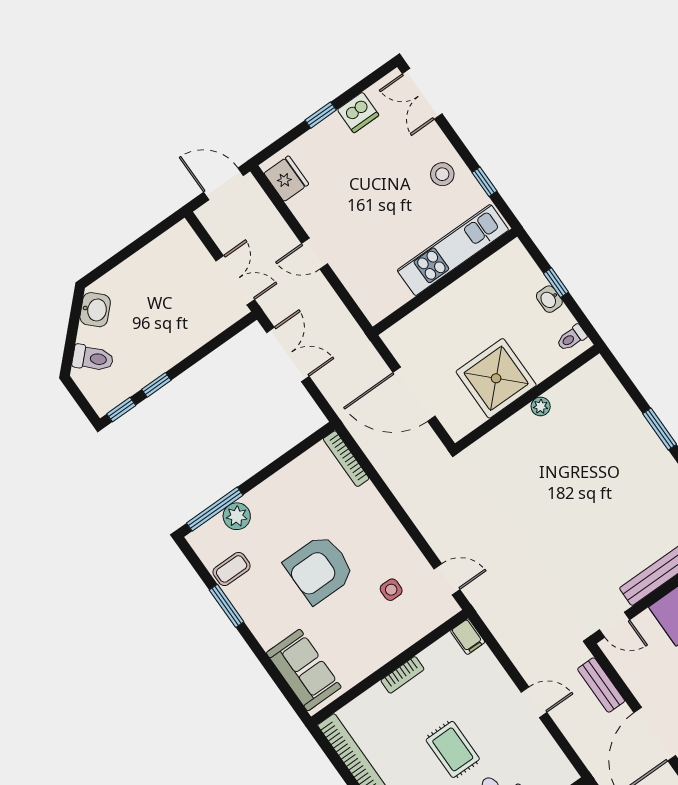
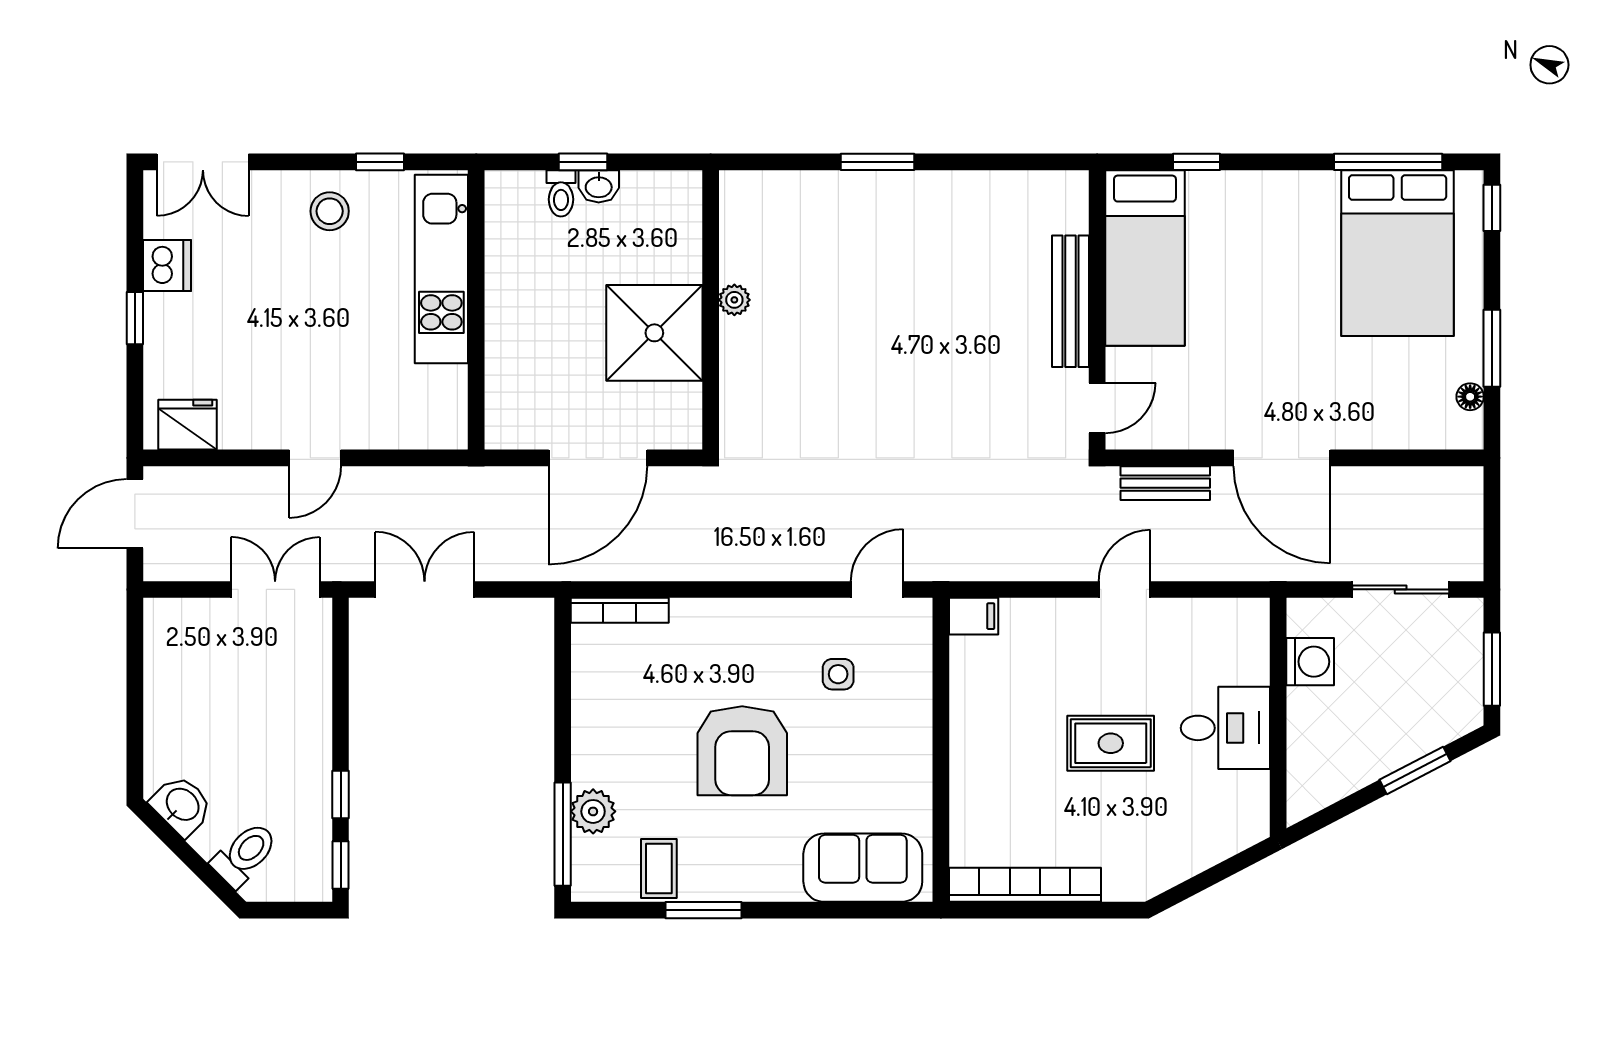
toilet: (572, 338) -> (561, 193), moved
bookcase: (402, 675) -> (963, 740), removed

